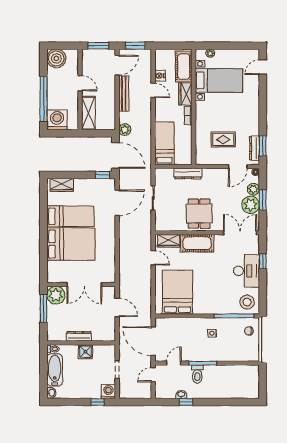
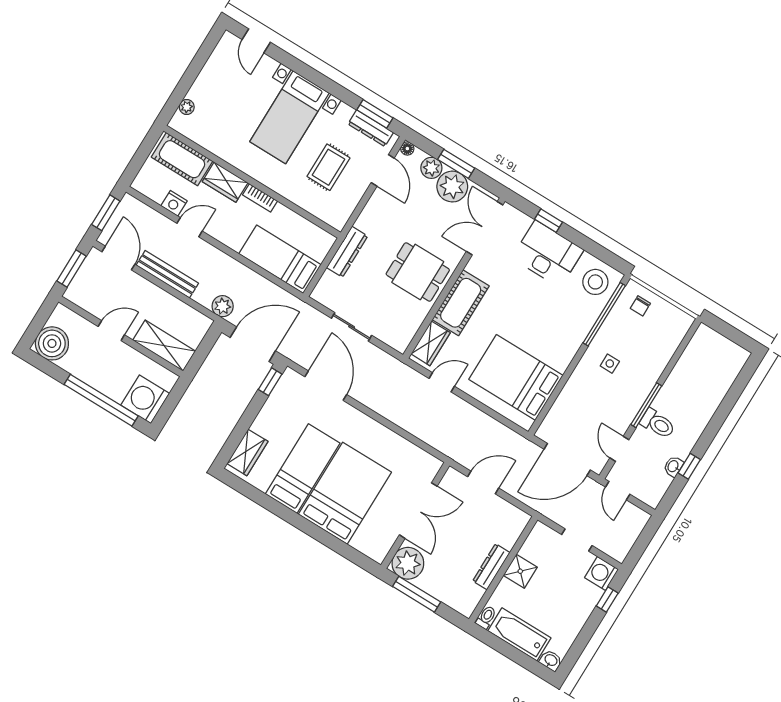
bed with nightstands: (219, 80) -> (289, 117), moved, turned 180

